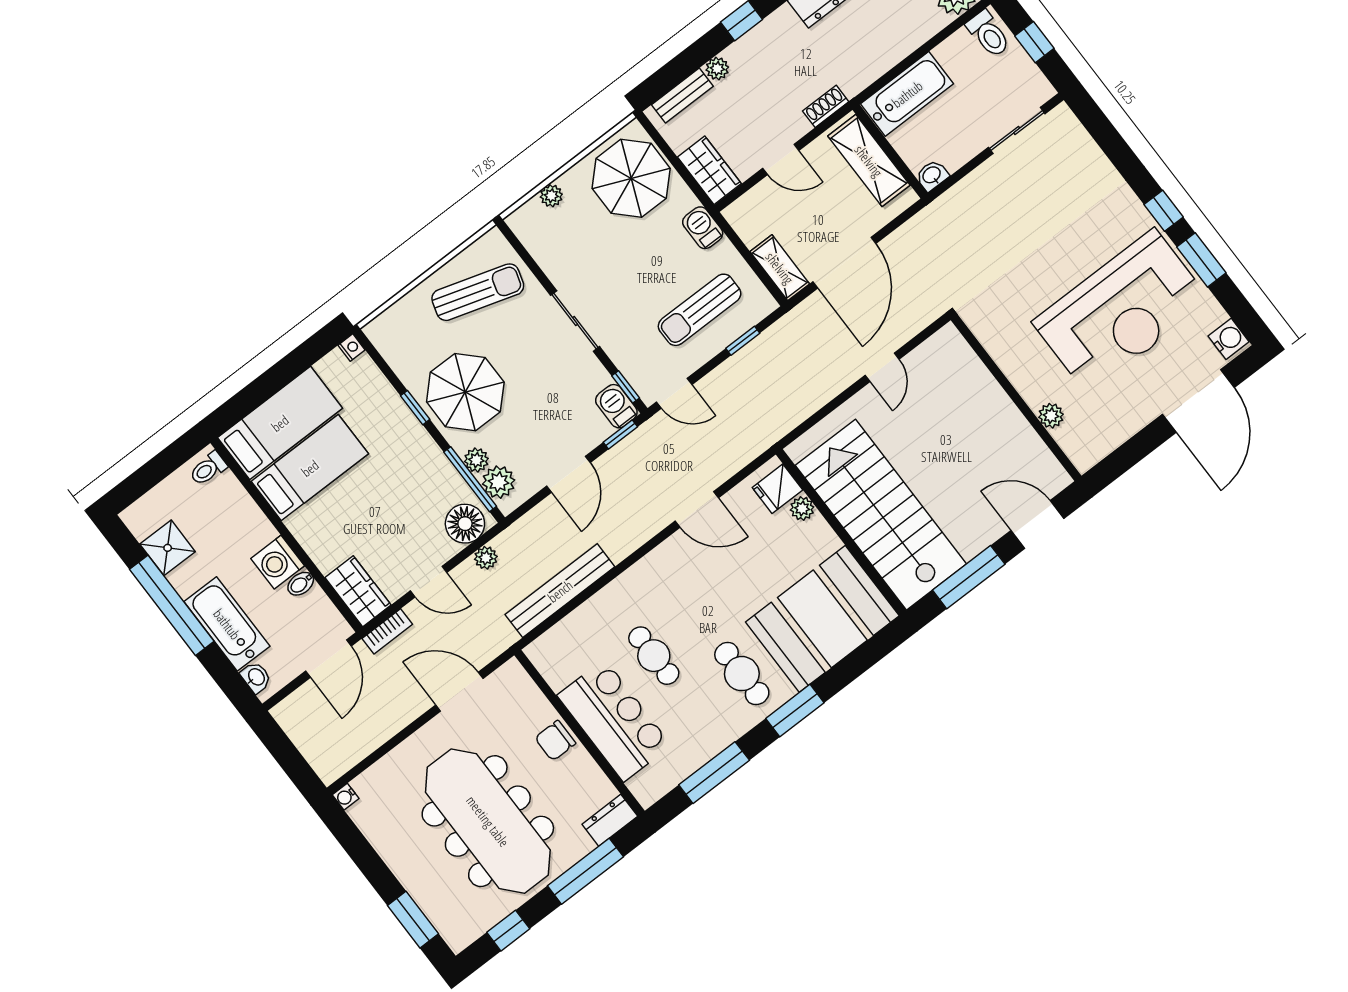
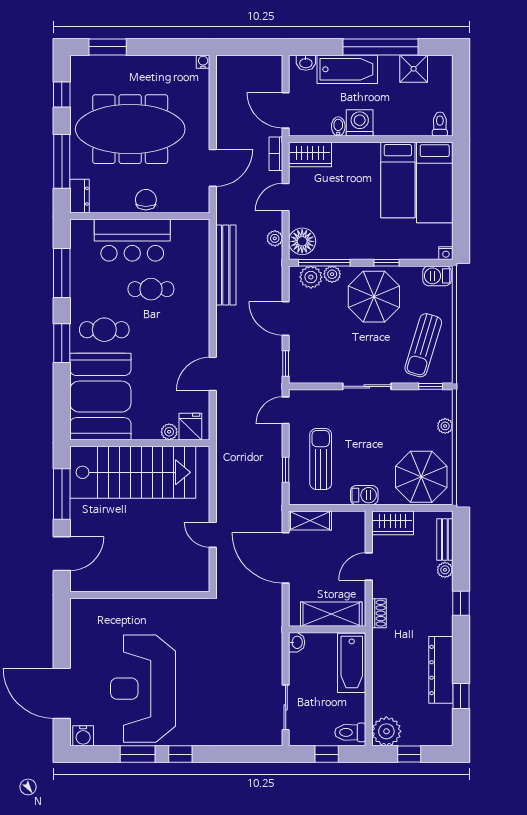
window: (626, 387) -> (431, 386), moved
barbecue: (616, 406) -> (437, 276), moved, turned 180
plant: (1051, 416) -> (116, 607), removed

